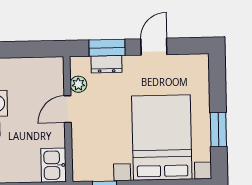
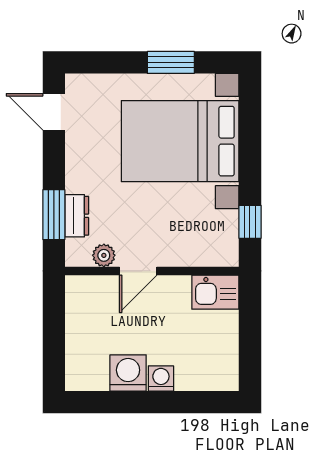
door: (154, 47) -> (54, 112), moved
door: (68, 109) -> (138, 271), hinge flipped

